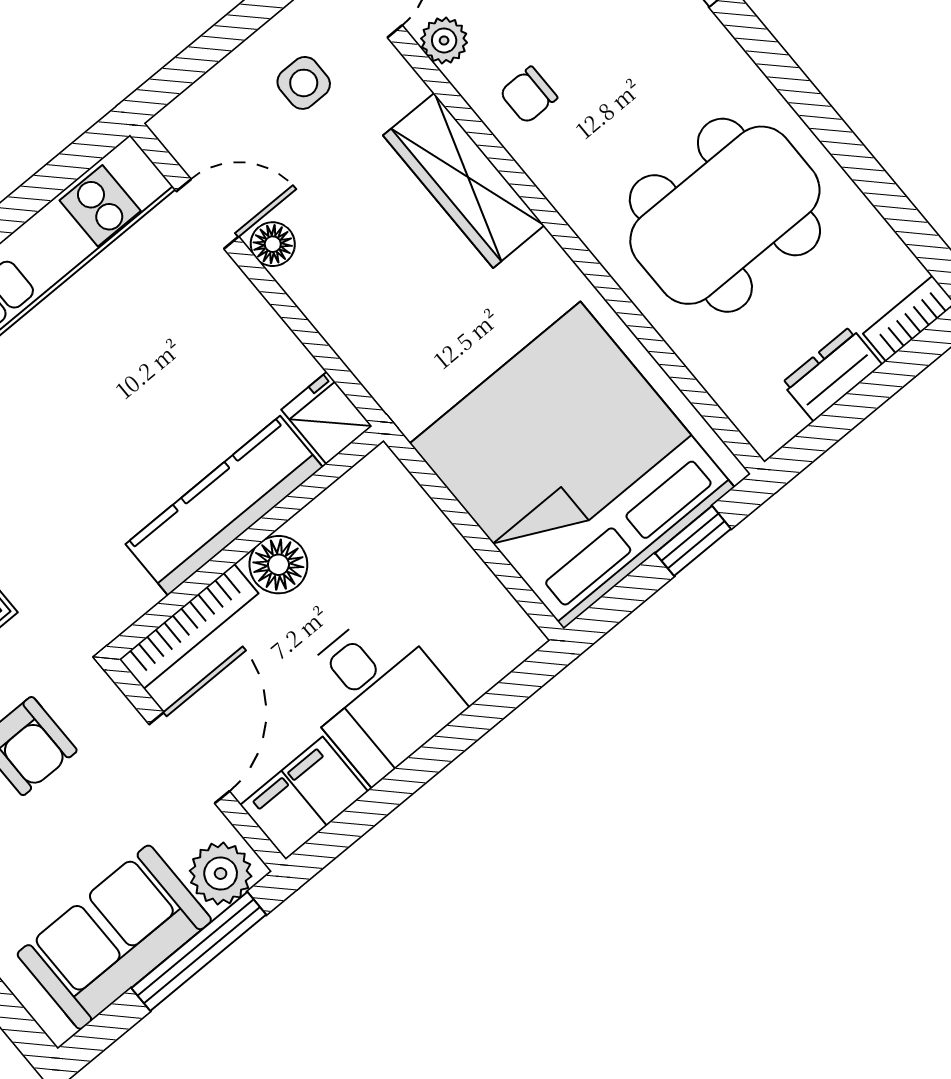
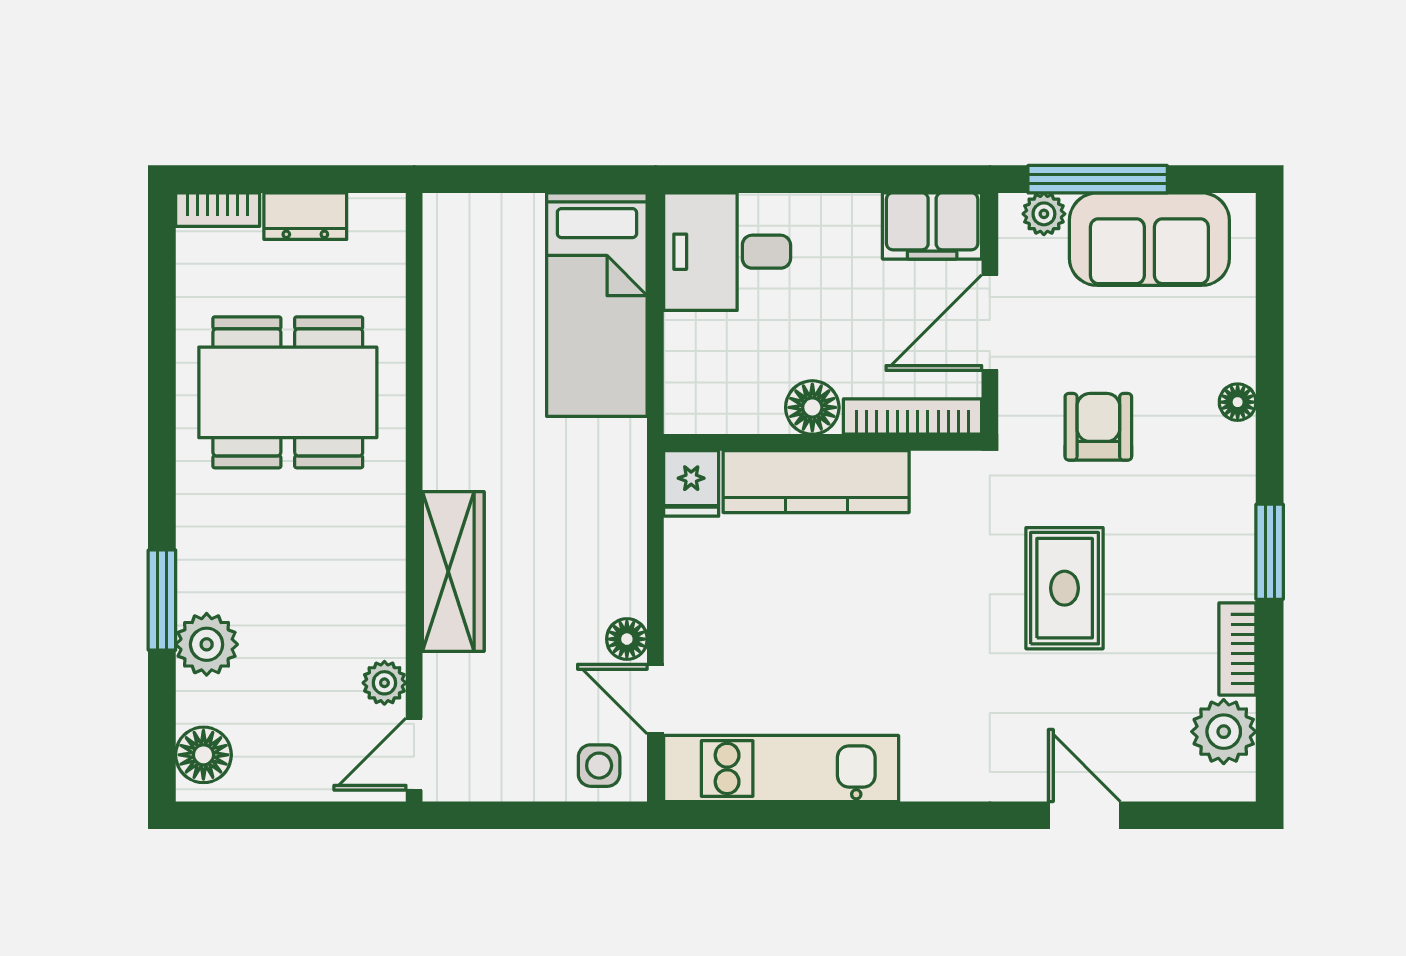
side table: (304, 83) -> (599, 766), moved
chair: (529, 95) -> (357, 594), removed
bed: (572, 465) -> (597, 305), width x0.49
window: (693, 541) -> (503, 179), removed
desk: (377, 695) -> (727, 252), moved, turned -90
plant: (221, 874) -> (1044, 214), width x0.73, depth x0.73

